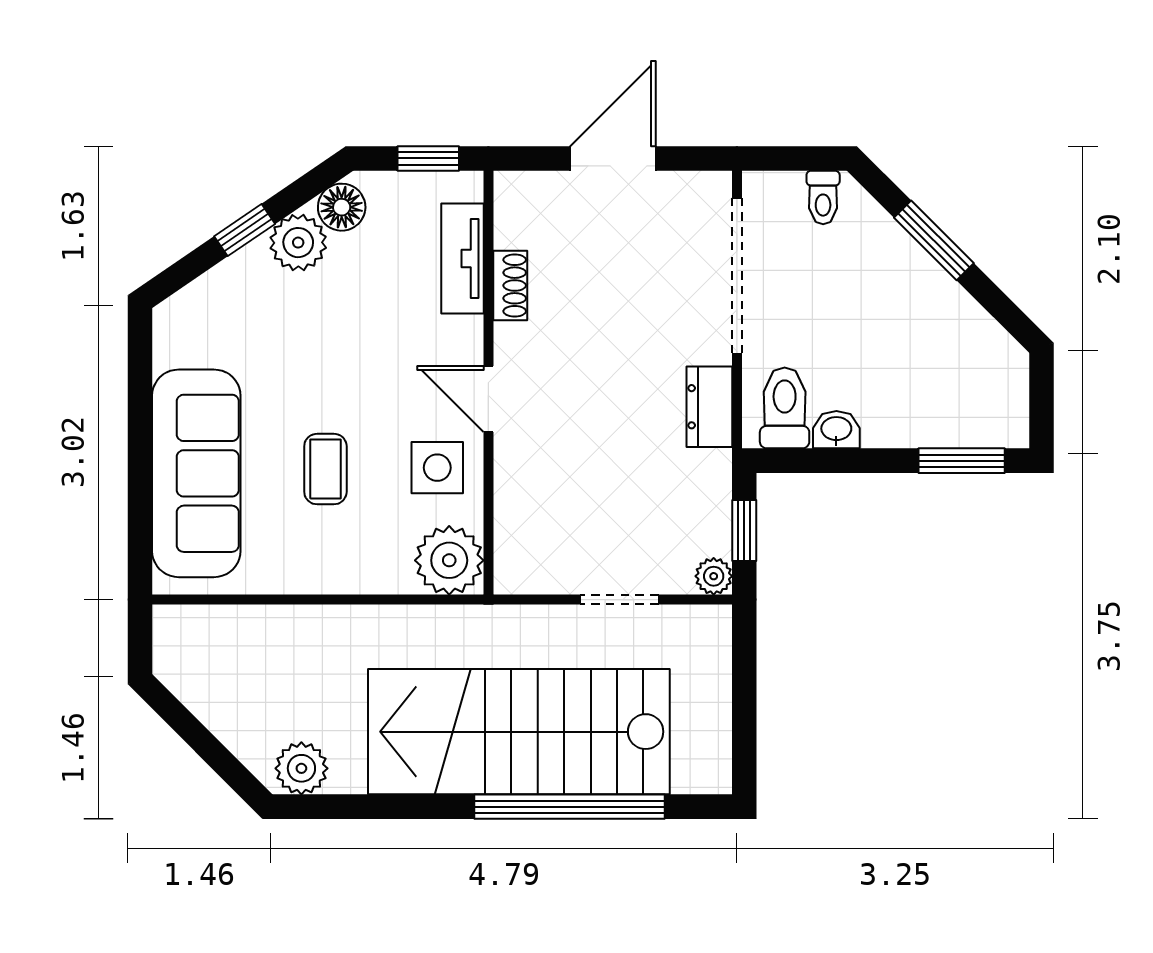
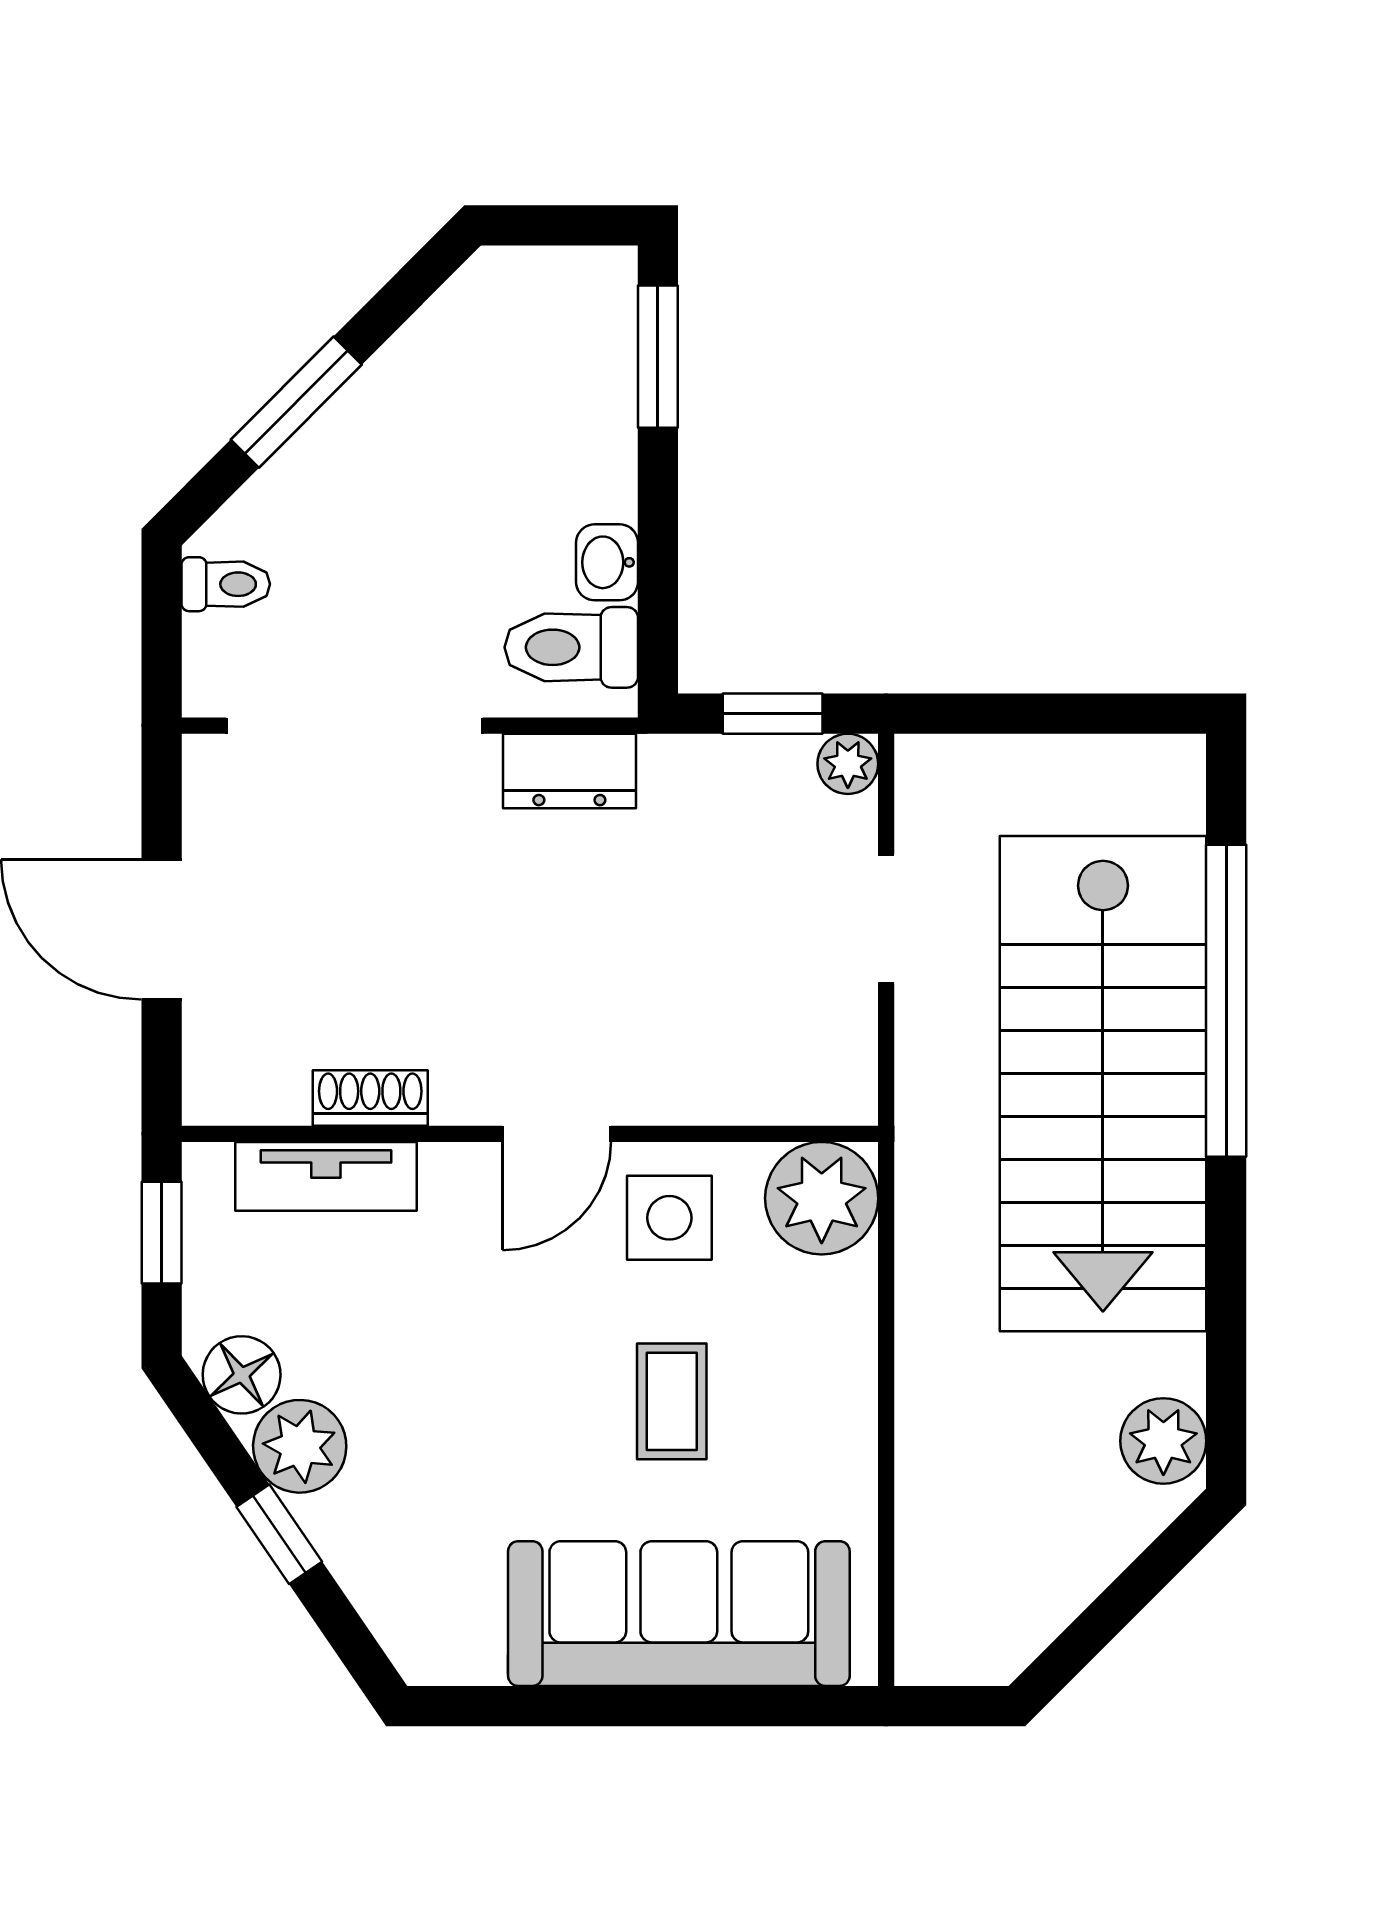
coffee table: (325, 469) -> (672, 1401), turned 90

